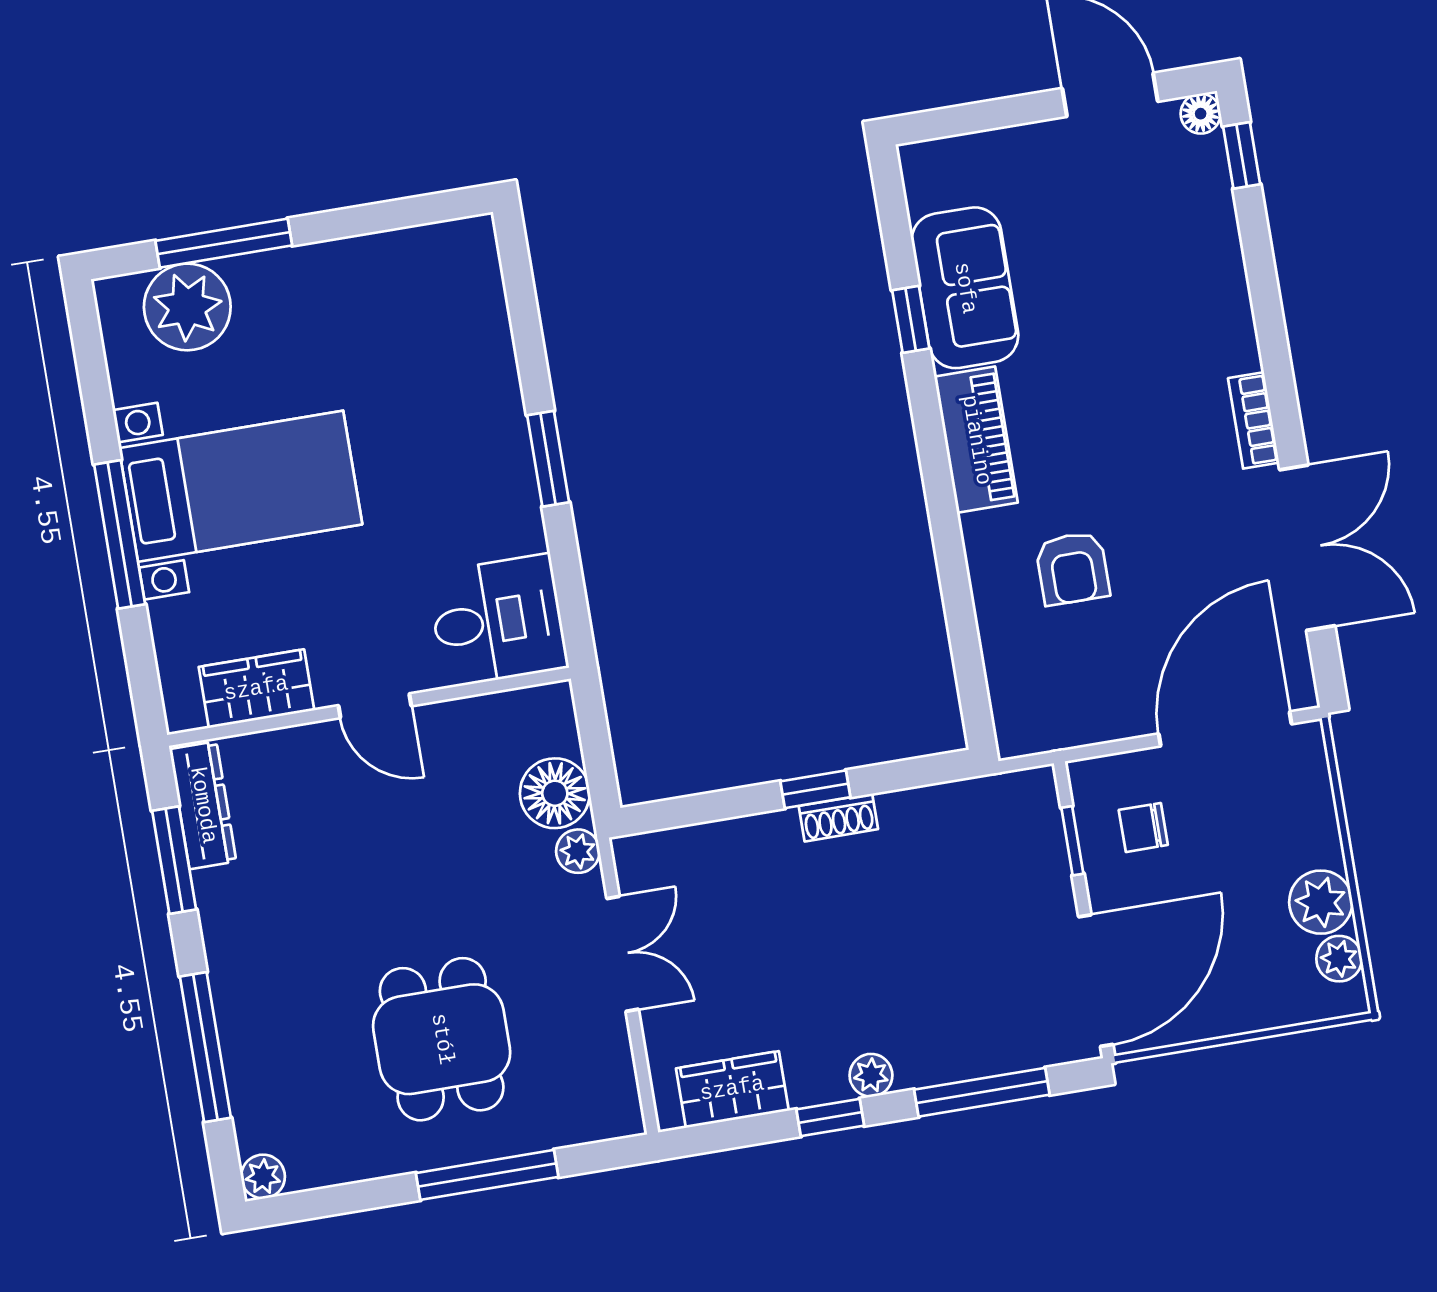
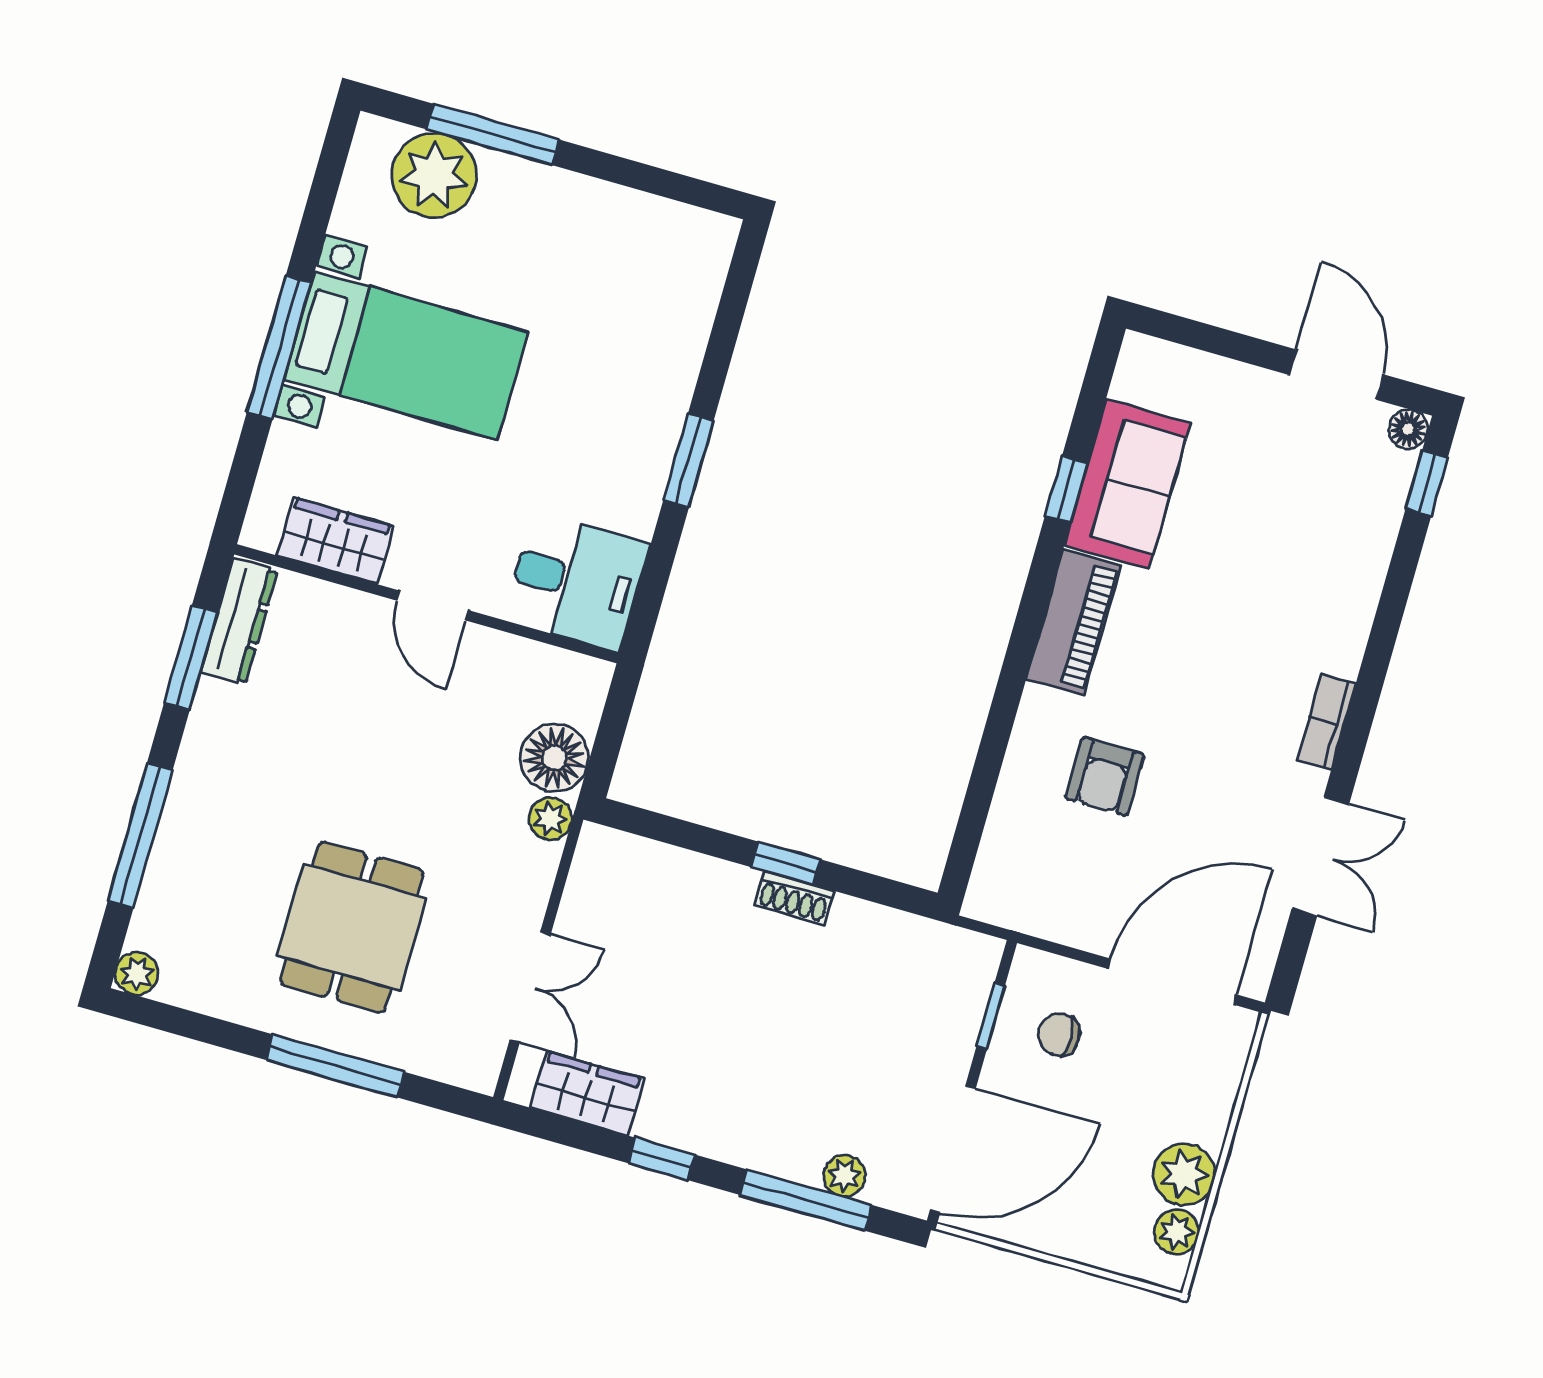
double door: (1307, 548) -> (1320, 856), width x0.73
double door: (623, 954) -> (530, 987), moved
plant: (871, 1075) -> (844, 1176), moved

